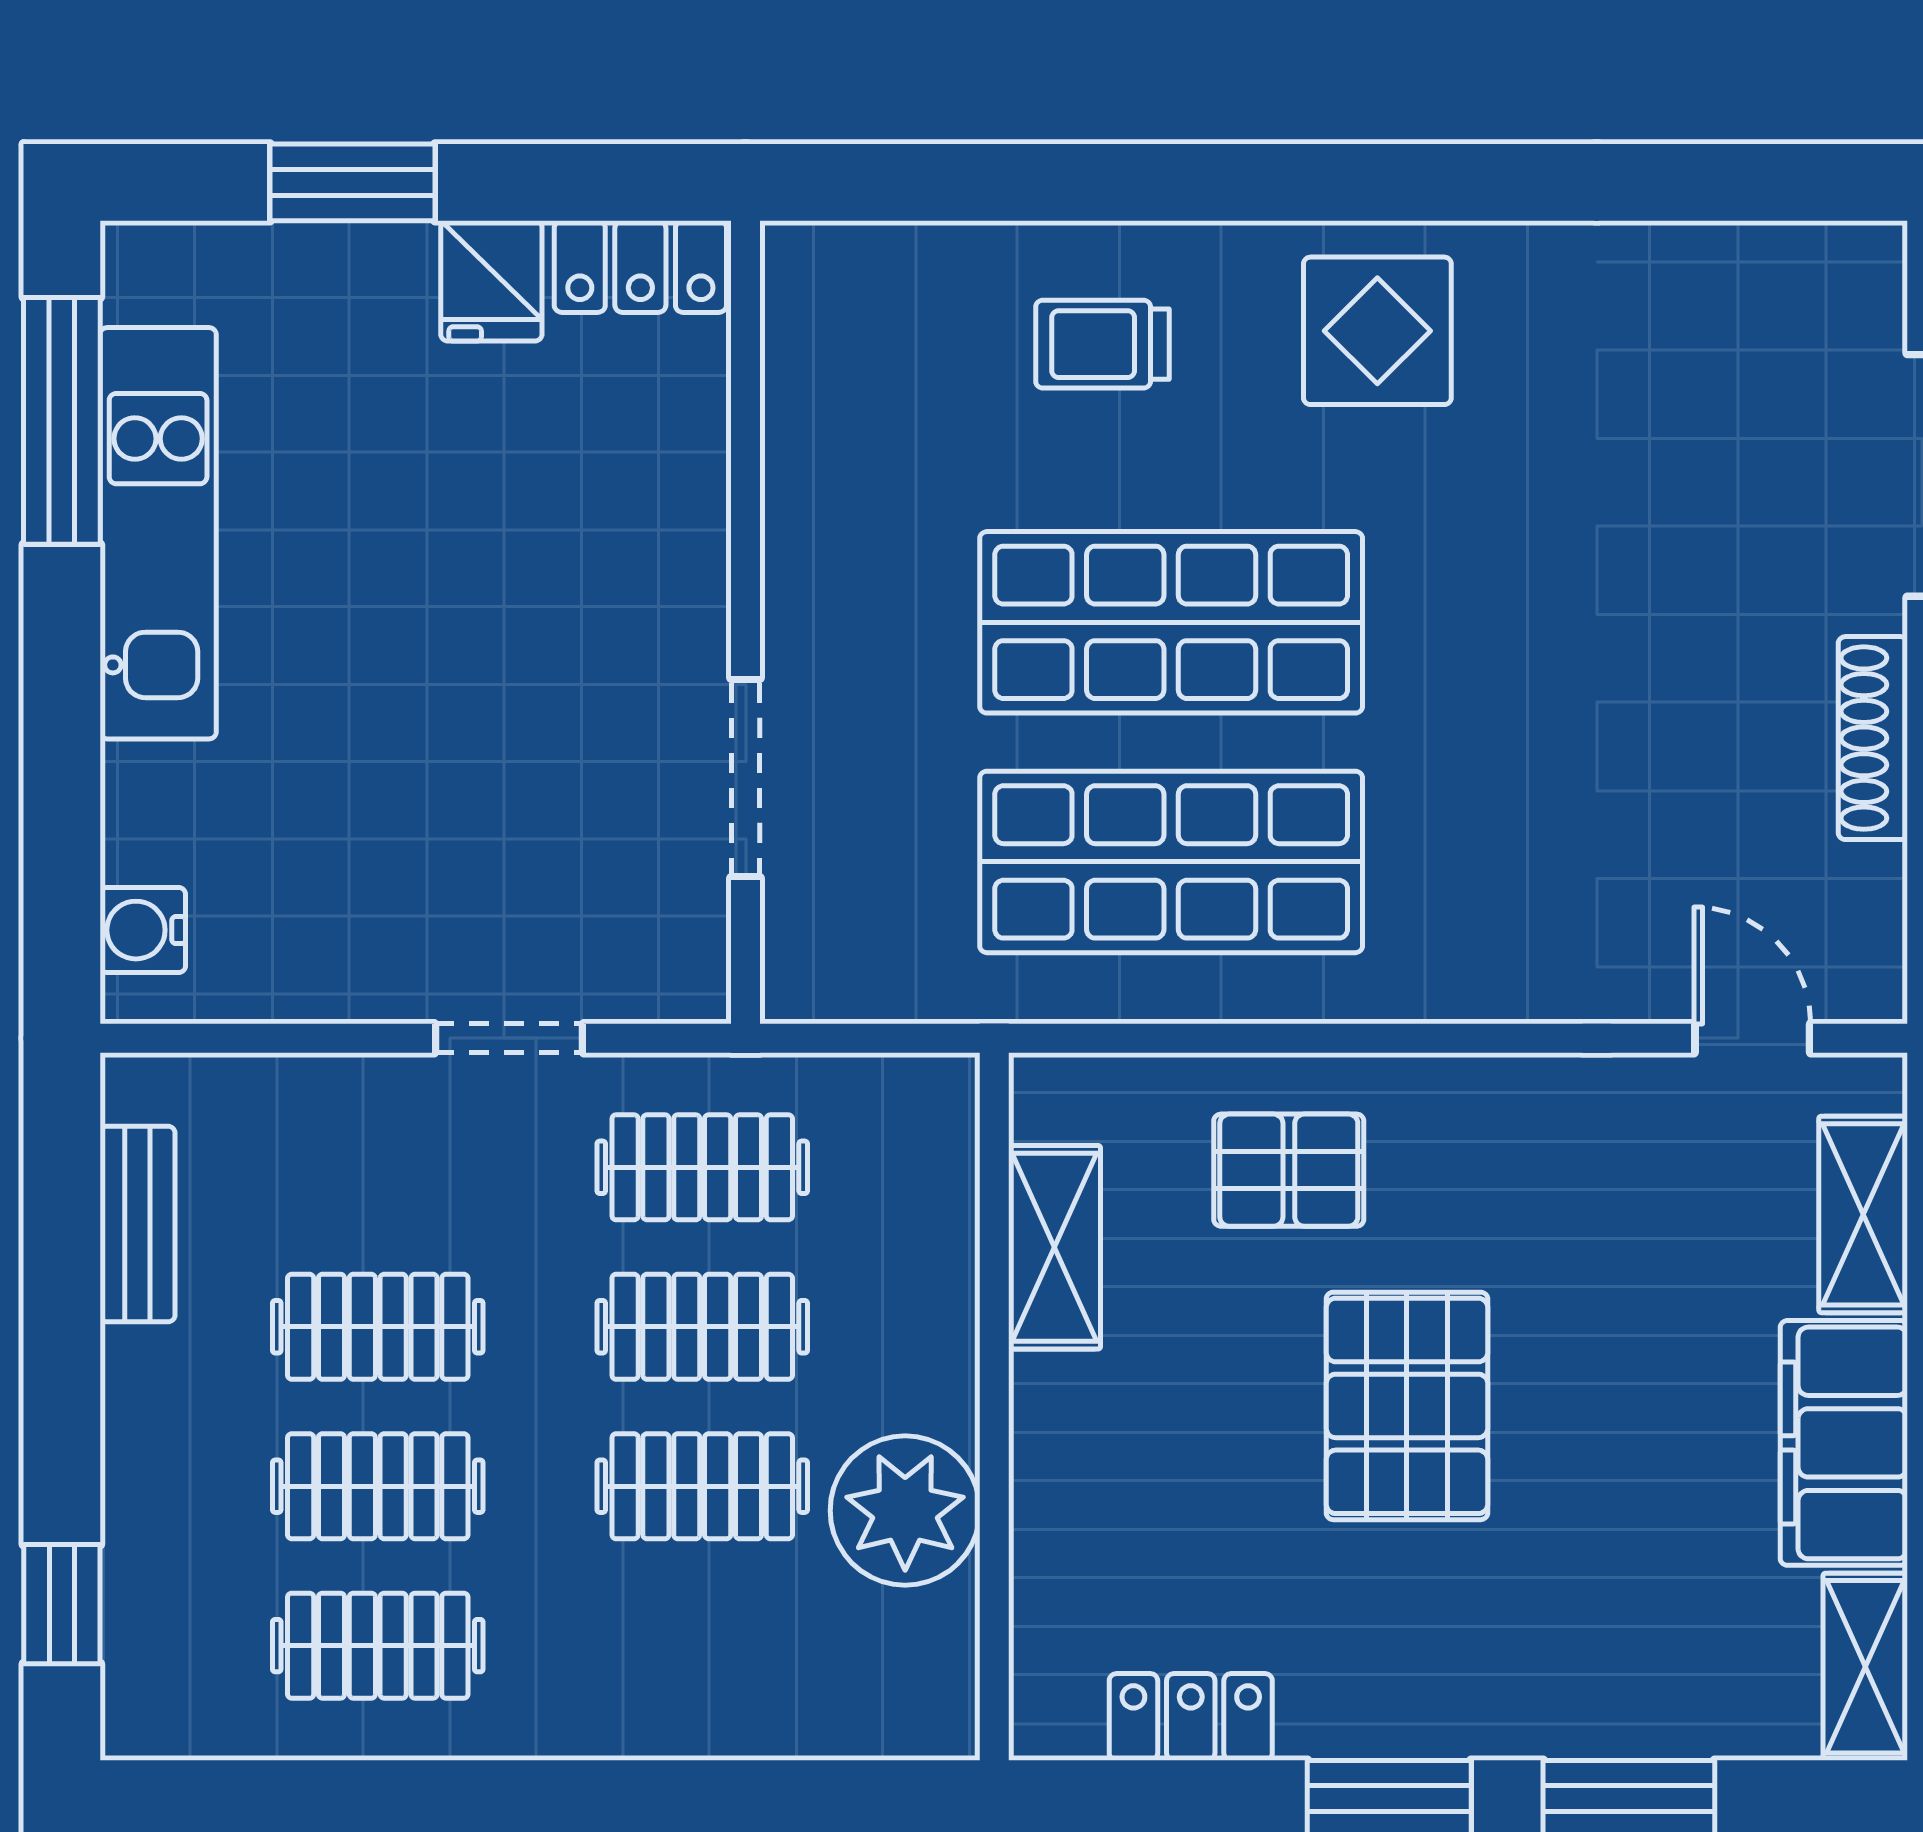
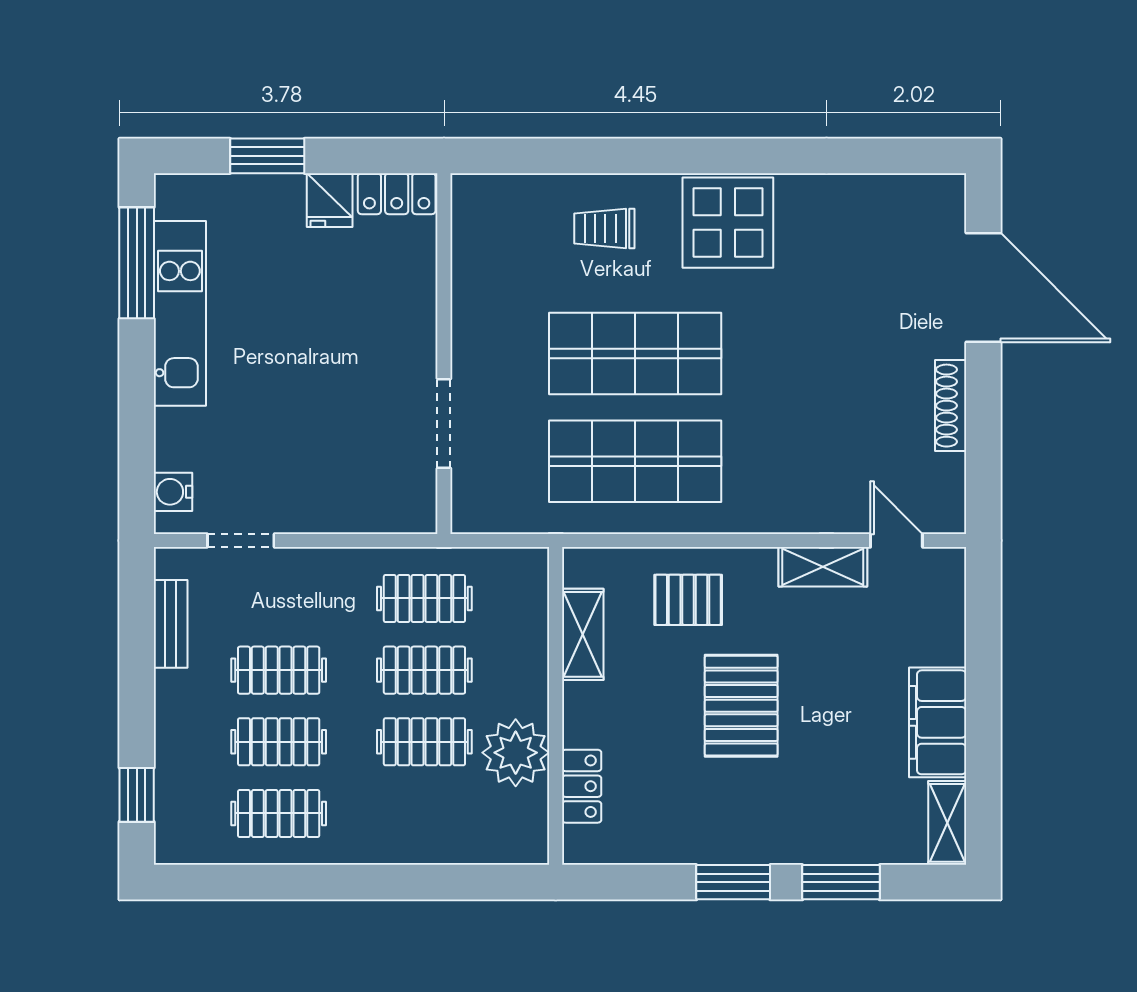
display table: (1377, 331) -> (728, 223), width x1.36, depth x1.36
doorway: (509, 1038) -> (241, 540), moved
shelving: (1863, 1214) -> (823, 567), moved, turned 90
locker: (1191, 1717) -> (582, 786), moved, turned 90

